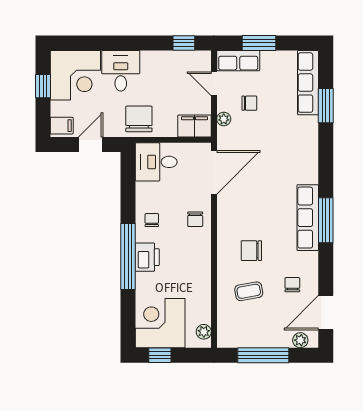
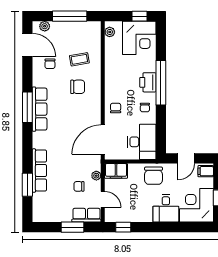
row of seats: (308, 83) -> (39, 171), moved
desk: (156, 162) -> (142, 142), width x1.37
door: (326, 313) -> (27, 45), hinge flipped

